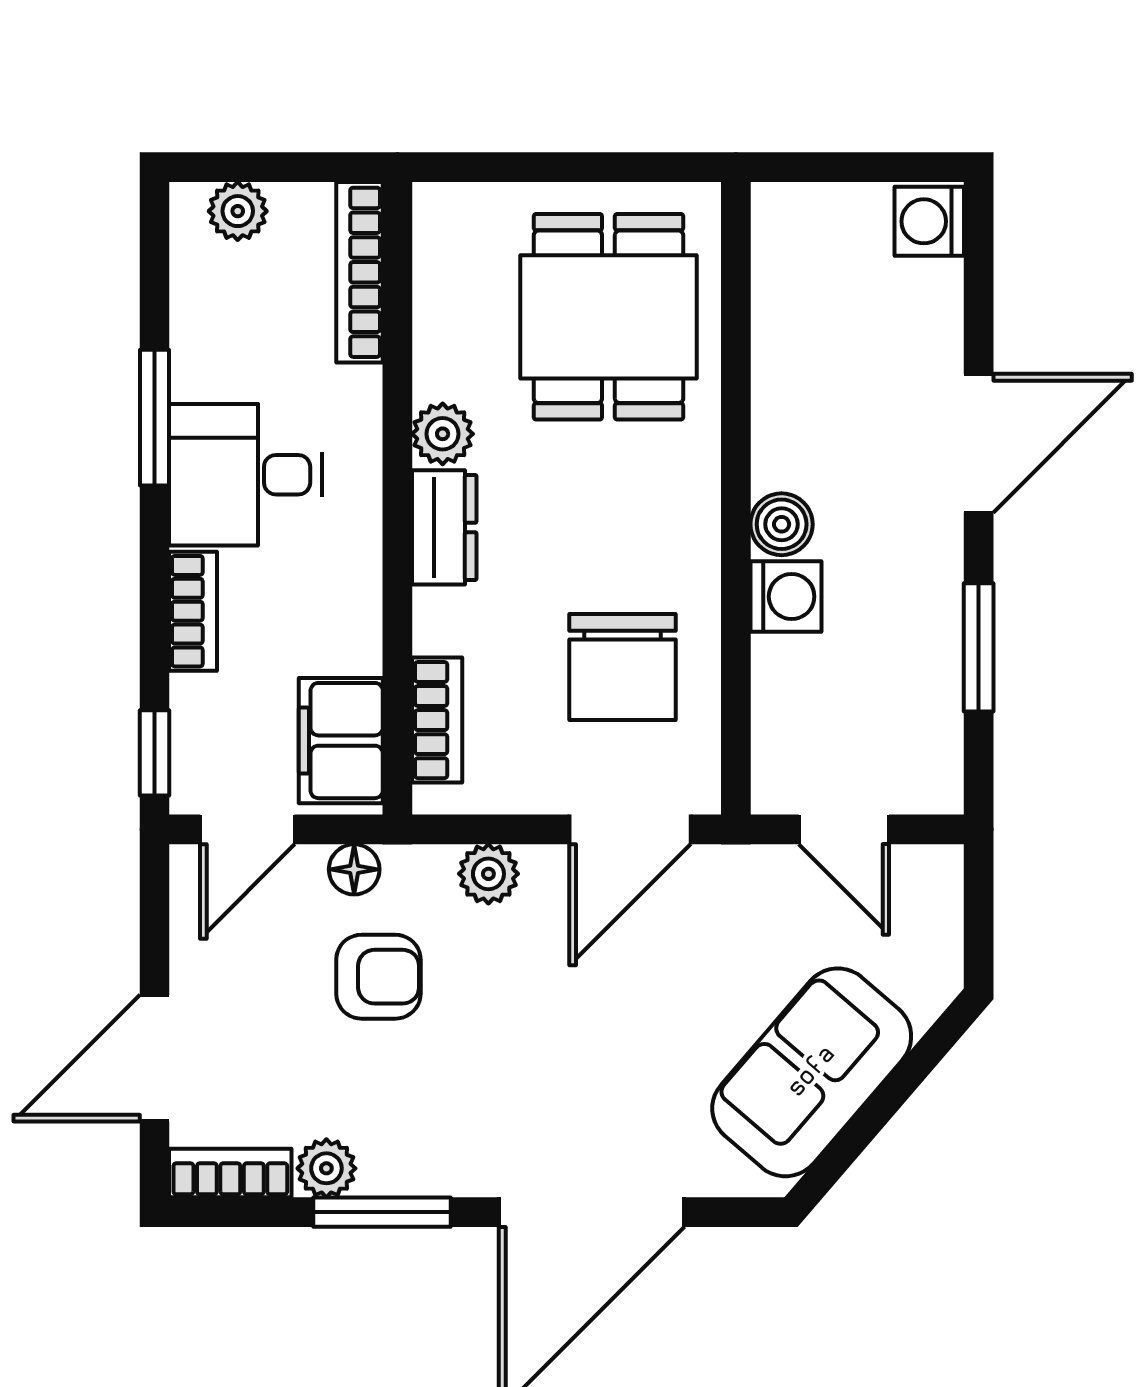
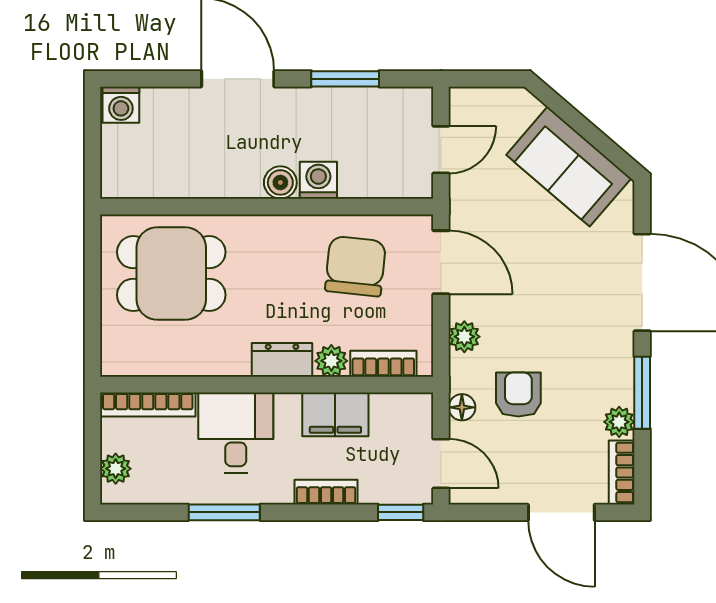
plant: (443, 434) -> (331, 361), moved
desk: (246, 475) -> (236, 433), moved, turned 180
chair: (622, 667) -> (355, 266), turned -84
filing cabinet: (341, 741) -> (335, 414), moved

